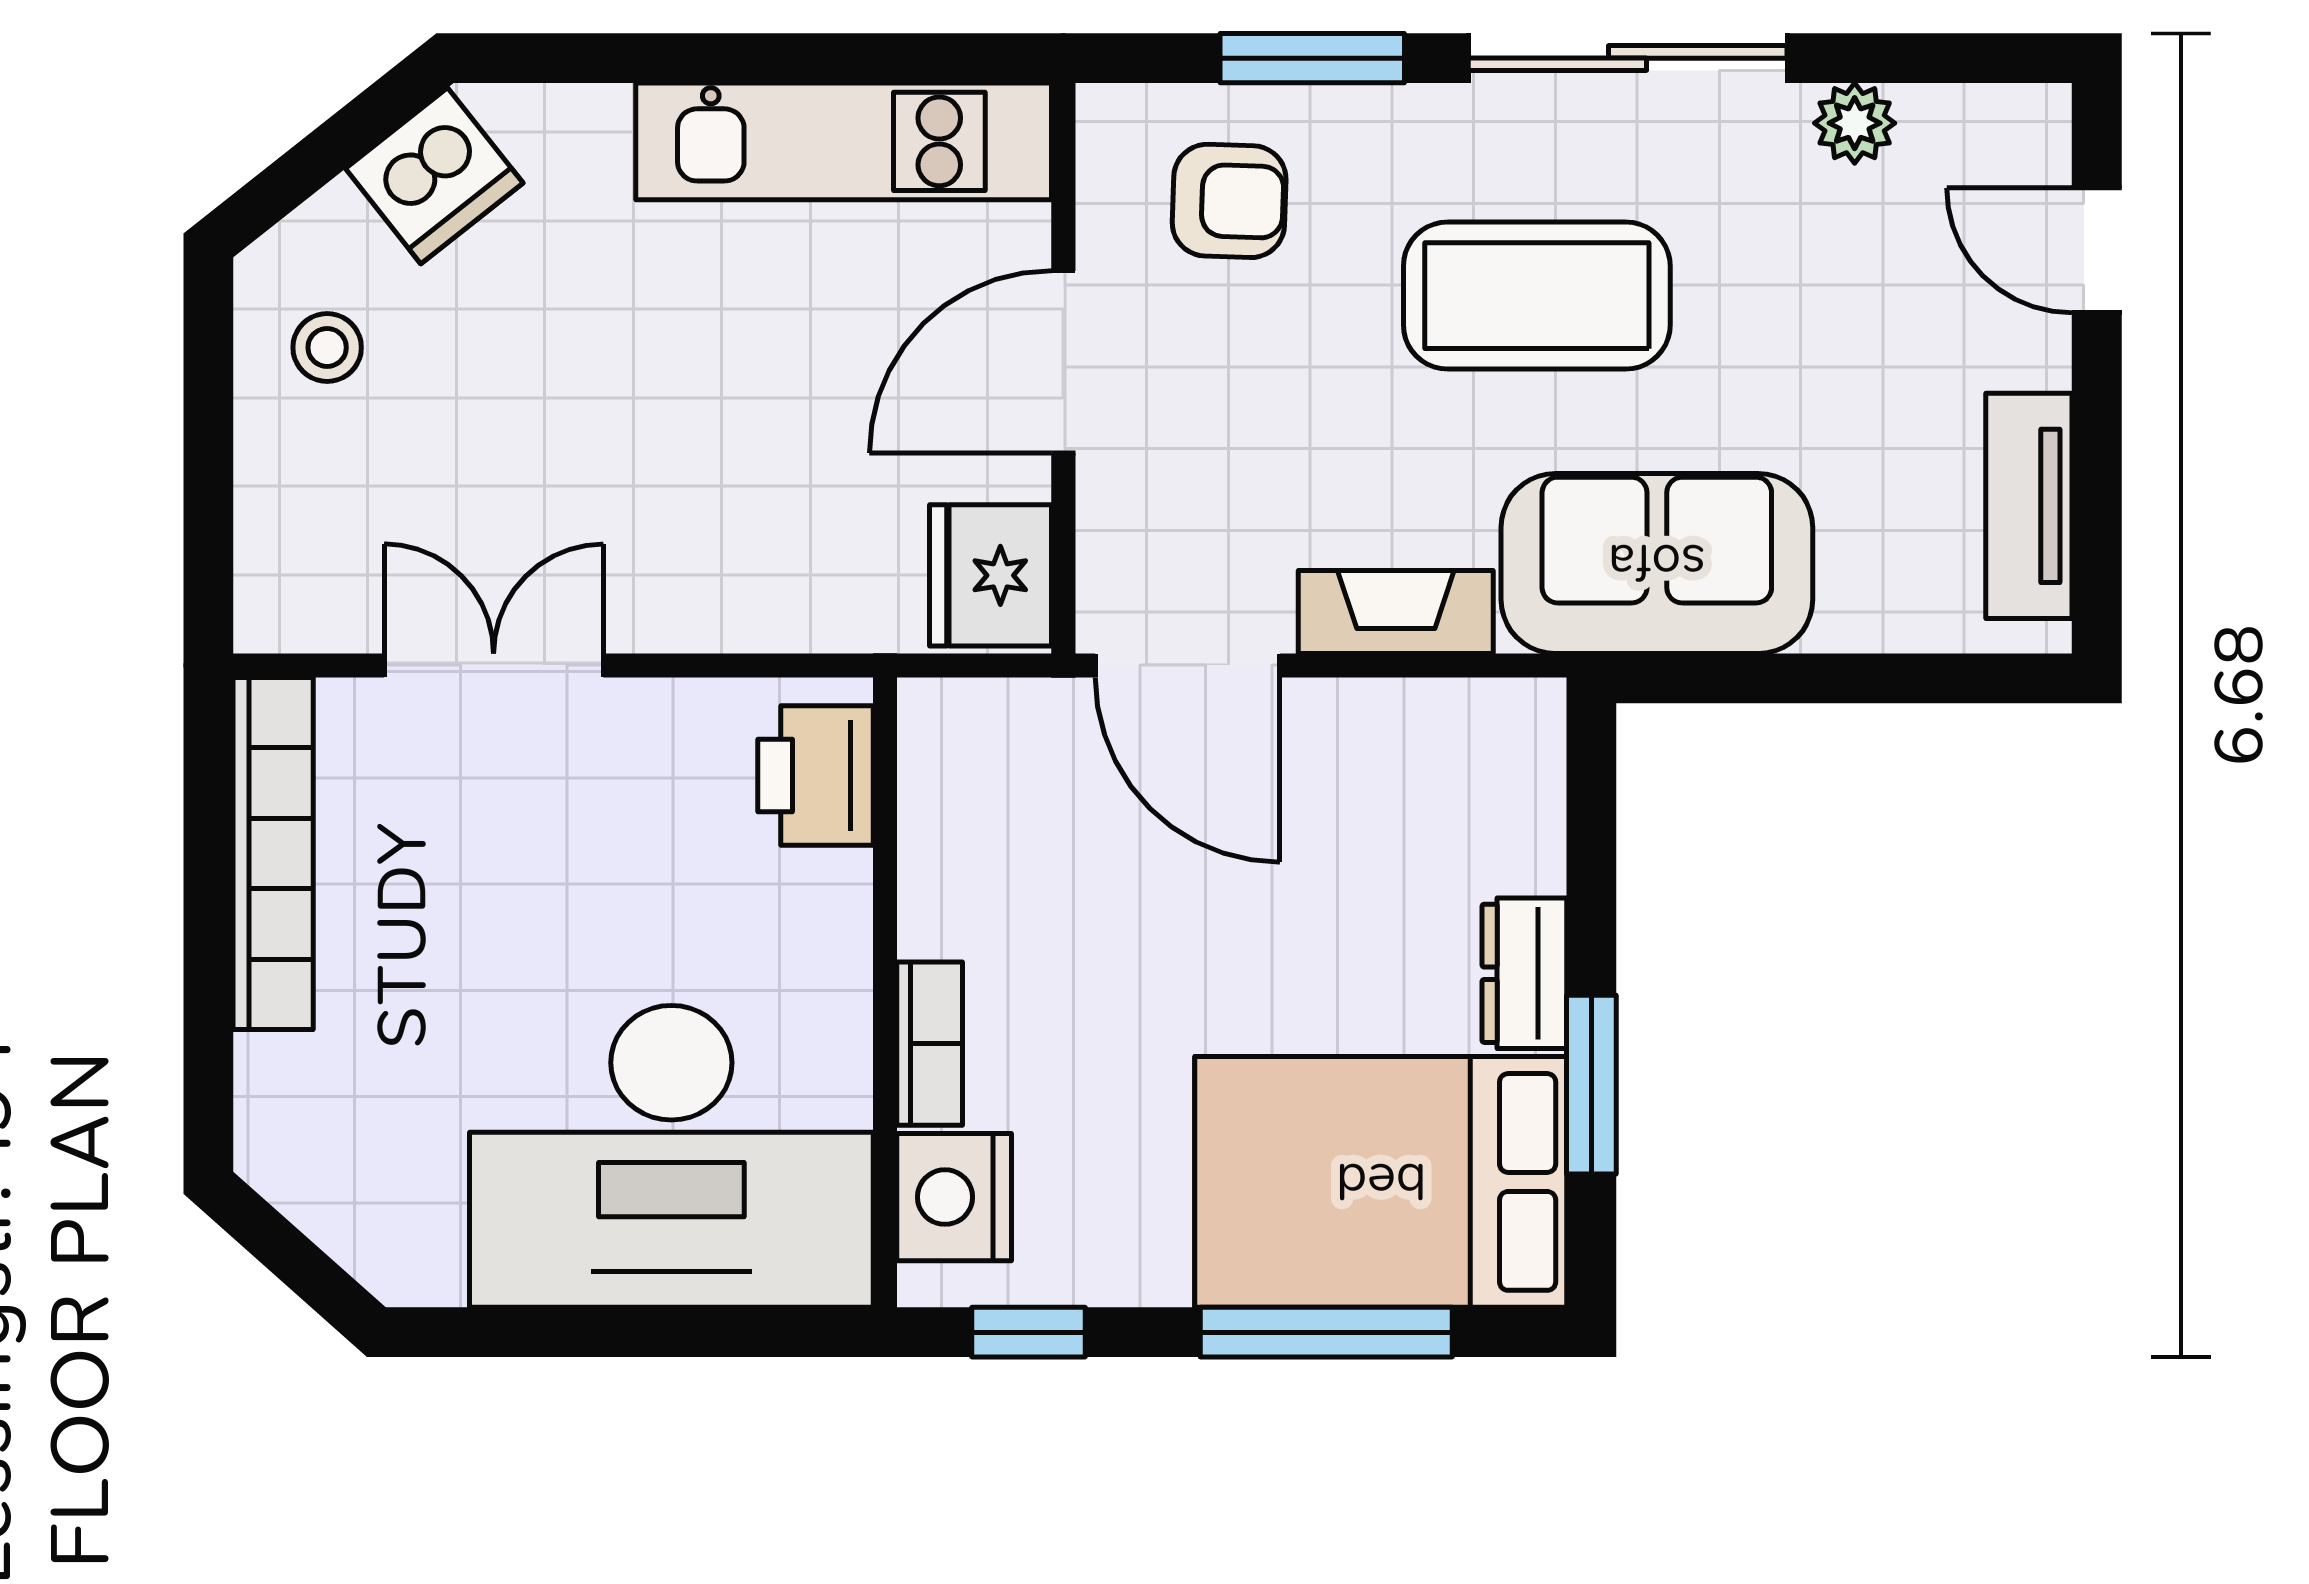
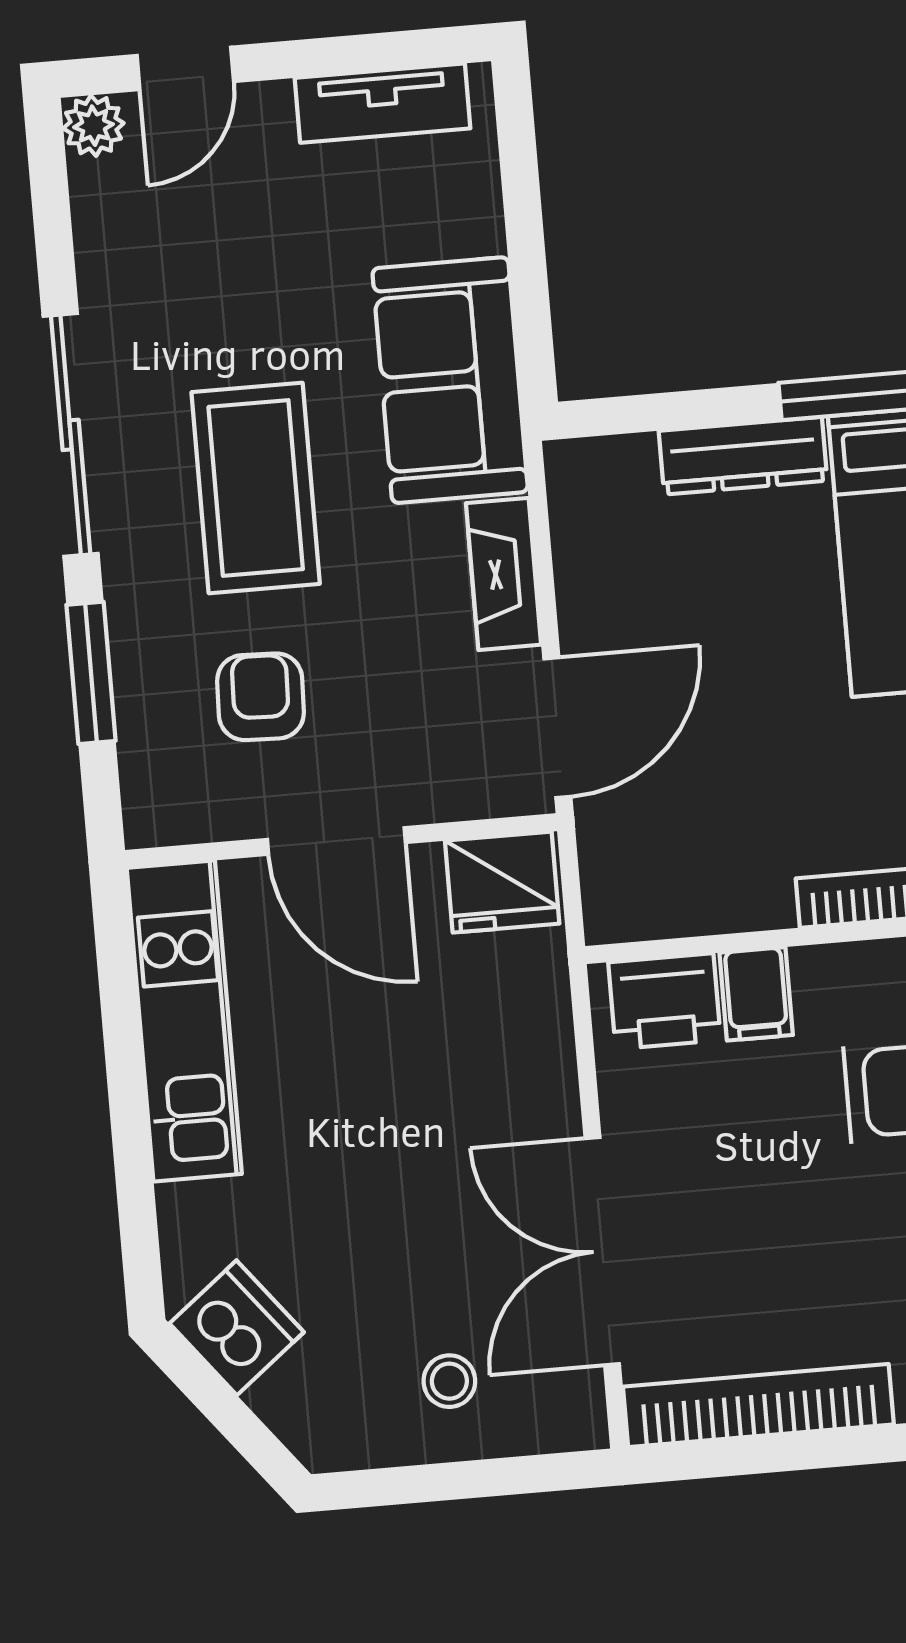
plant: (1855, 123) -> (94, 126), moved
armchair: (1229, 201) -> (260, 697), moved
stool: (327, 347) -> (449, 1381), moved
double door: (494, 665) -> (602, 1251), width x1.37
filing cabinet: (815, 897) -> (756, 994), added
dresser: (1524, 973) -> (743, 456), width x1.44

